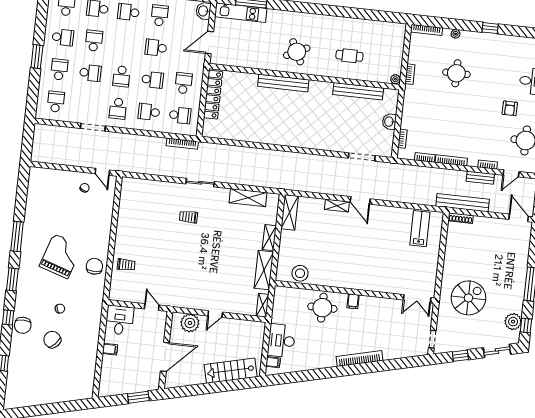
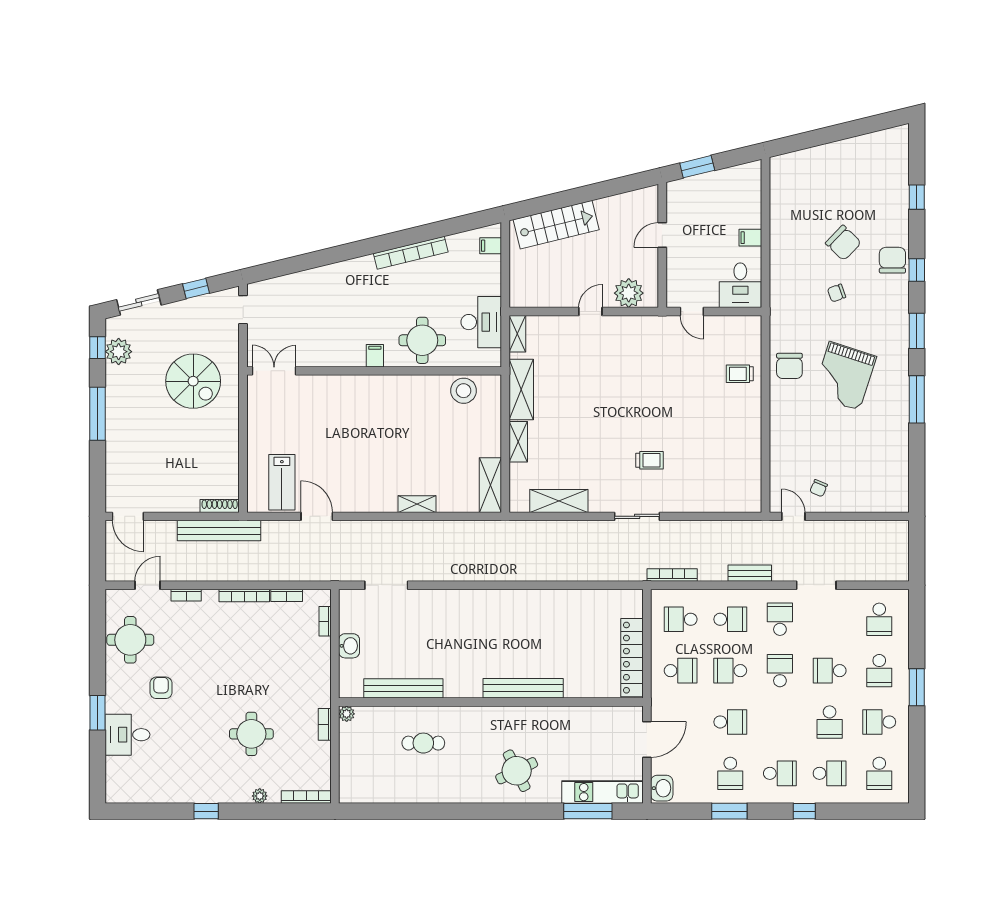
round table: (297, 52) -> (517, 771), moved
school desk: (184, 83) -> (681, 671), turned -90
bench: (480, 178) -> (750, 573), moved
door: (360, 200) -> (317, 516), moved
spiral stairs: (468, 298) -> (193, 381), turned -90
desk: (281, 341) -> (481, 322), moved
door: (165, 357) -> (662, 235), width x0.53
bookcase: (359, 359) -> (411, 253), moved

